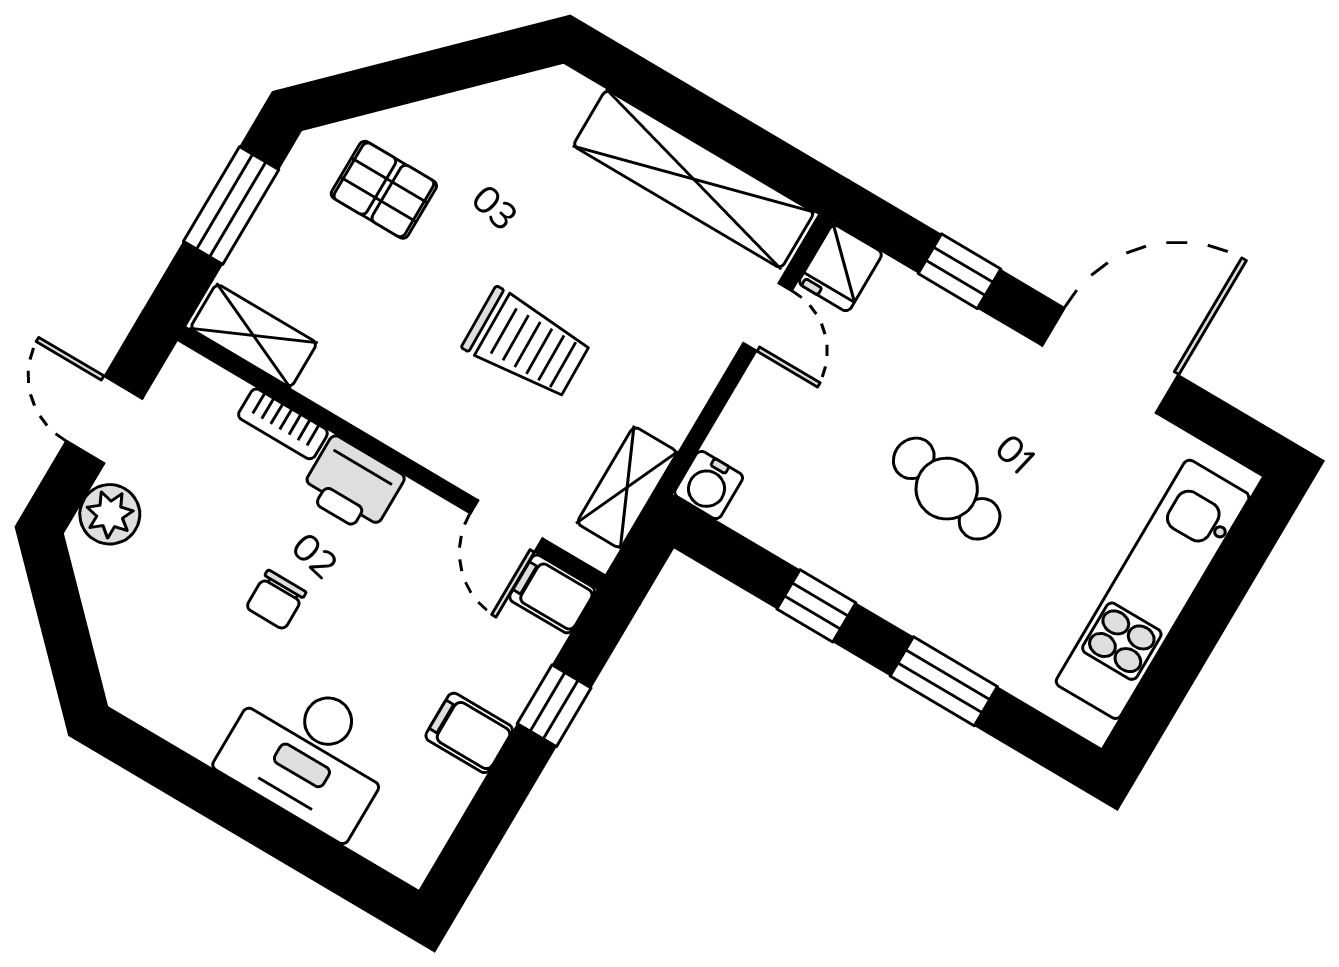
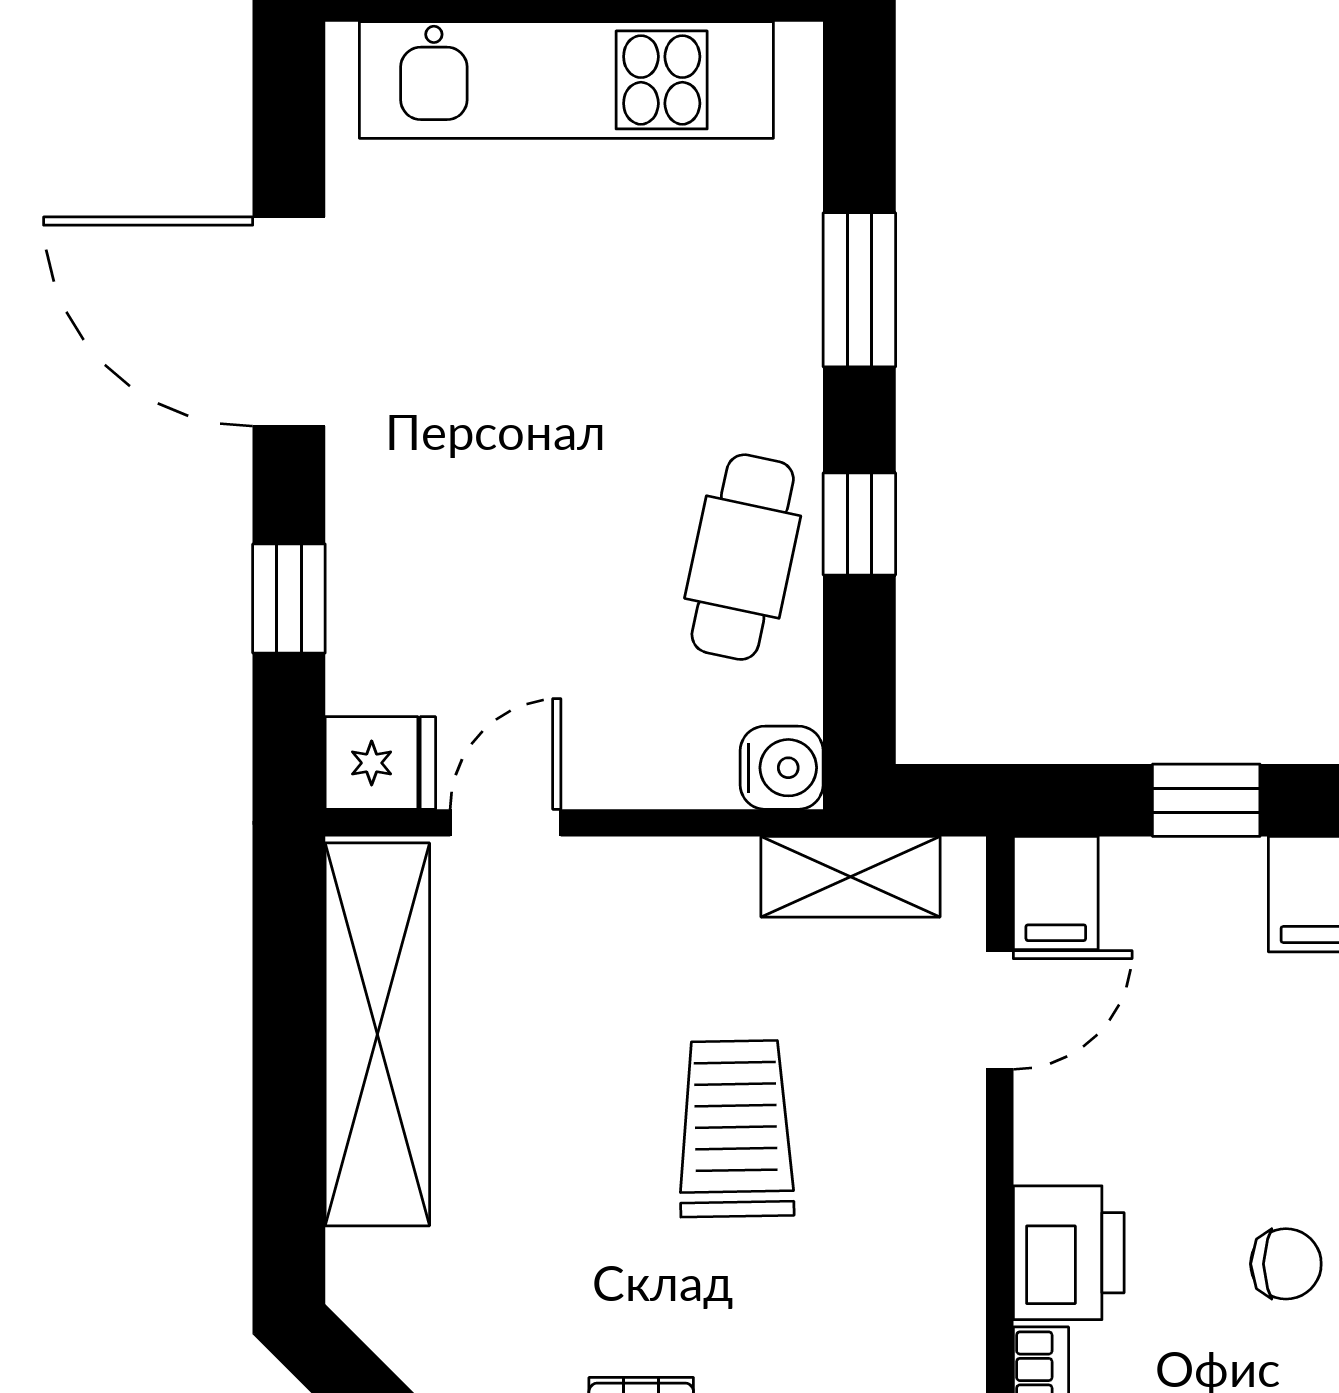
cafe table: (947, 489) -> (743, 557), moved

